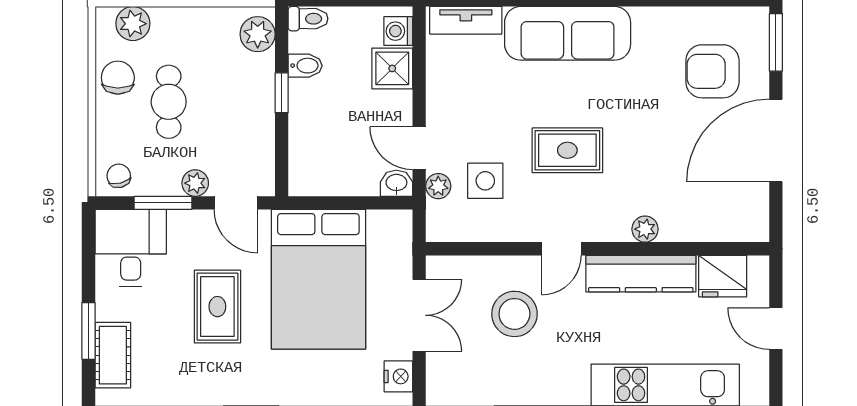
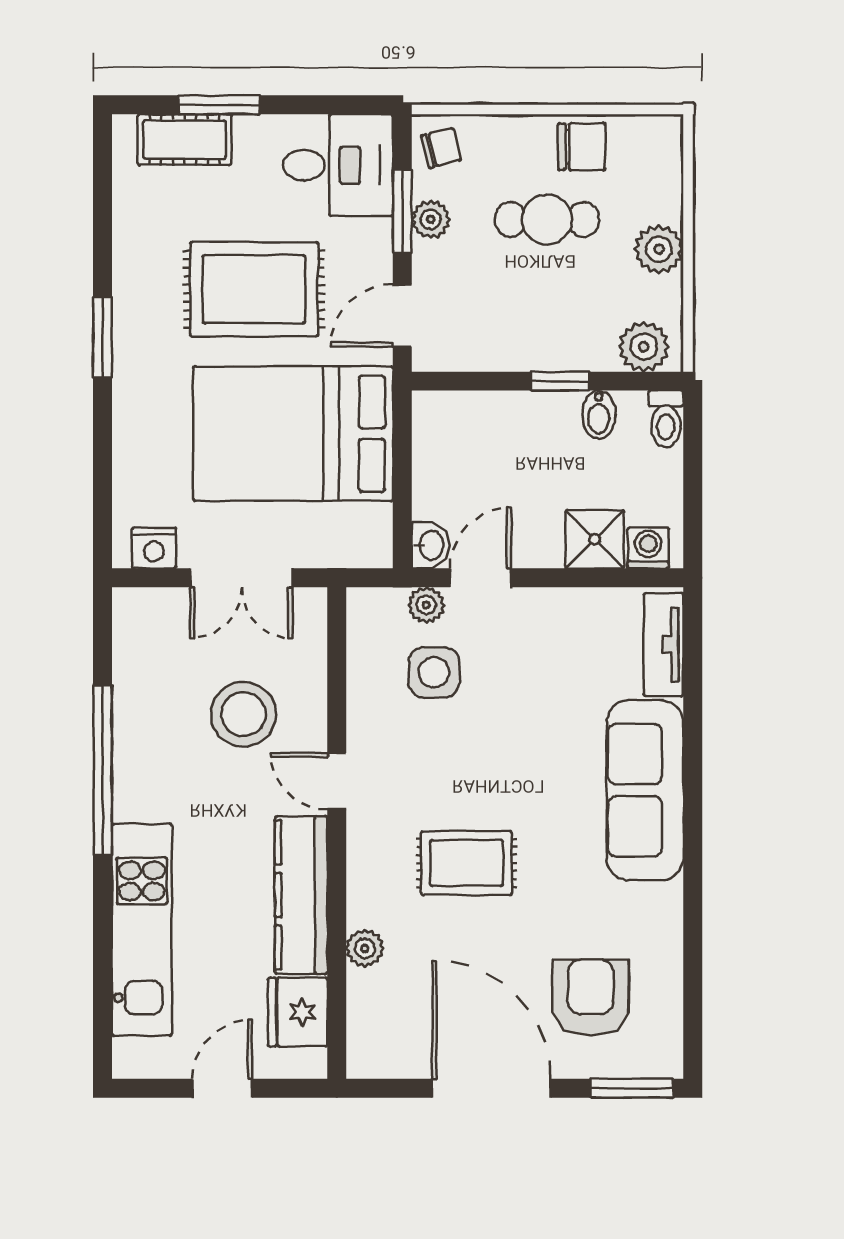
plant: (133, 24) -> (659, 249), moved
rug: (567, 150) -> (467, 863), moved, turned 90
plant: (195, 183) -> (431, 219), moved
plant: (645, 229) -> (365, 948), moved
rug: (217, 307) -> (254, 289), width x1.36, depth x1.43

